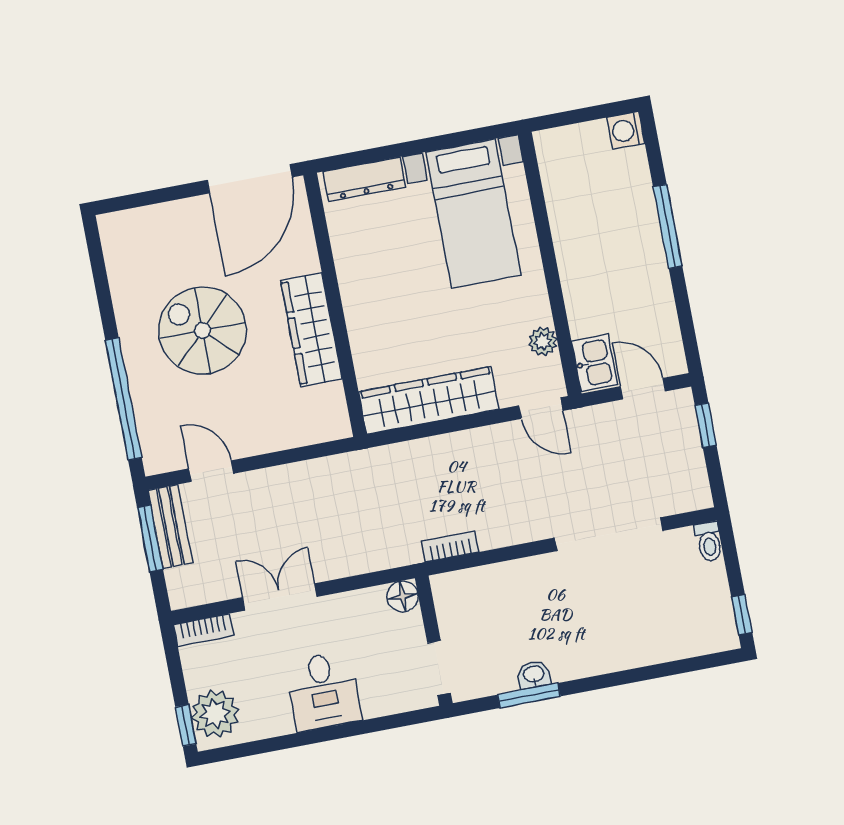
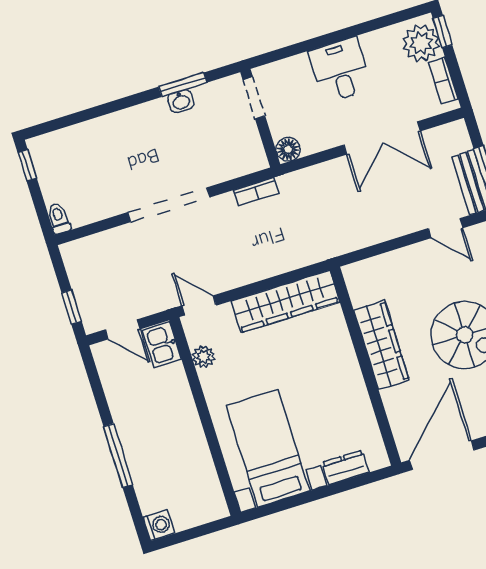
dresser: (364, 179) -> (345, 467), width x0.70
doorway: (609, 534) -> (169, 205), moved
double door: (280, 597) -> (382, 138), width x1.37
bookcase: (203, 630) -> (443, 81), moved, turned -90

